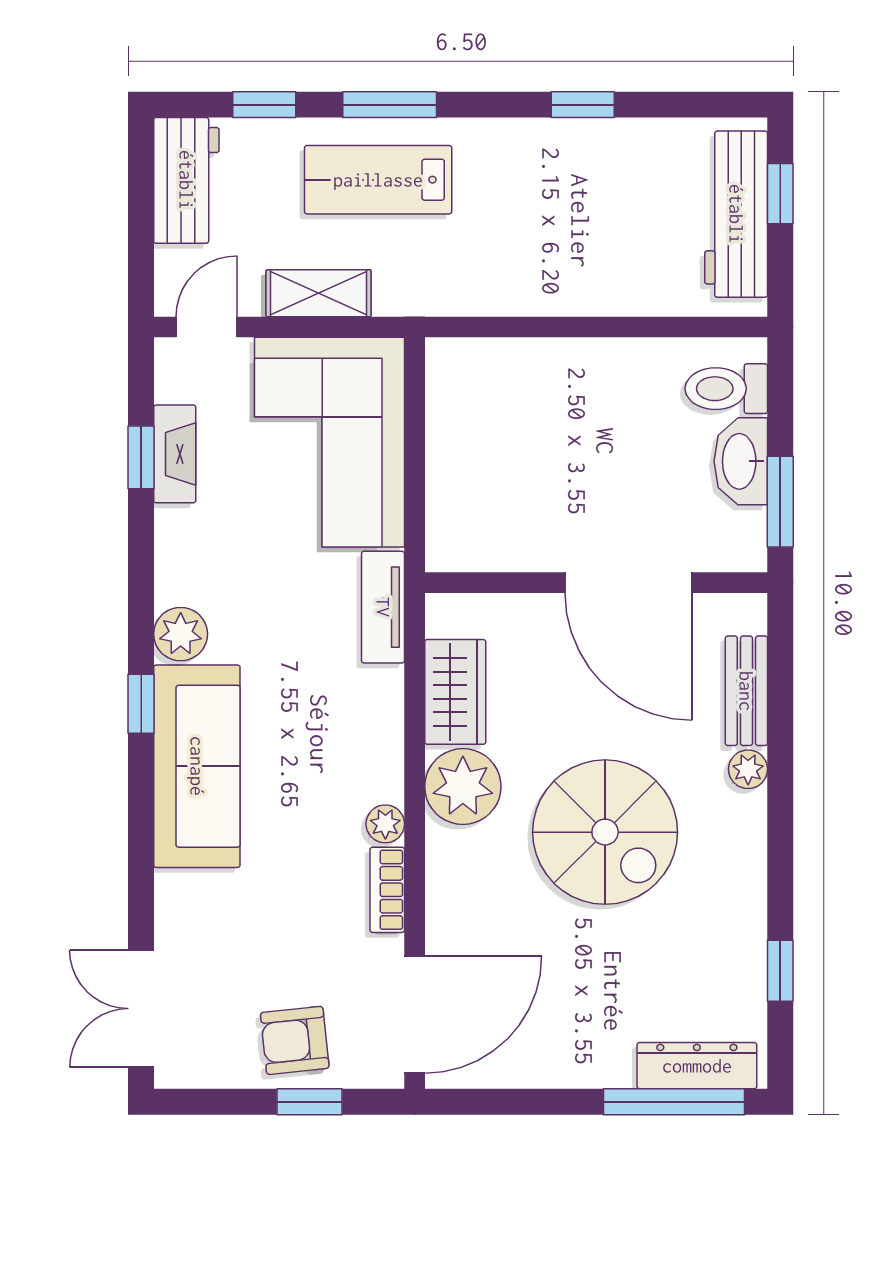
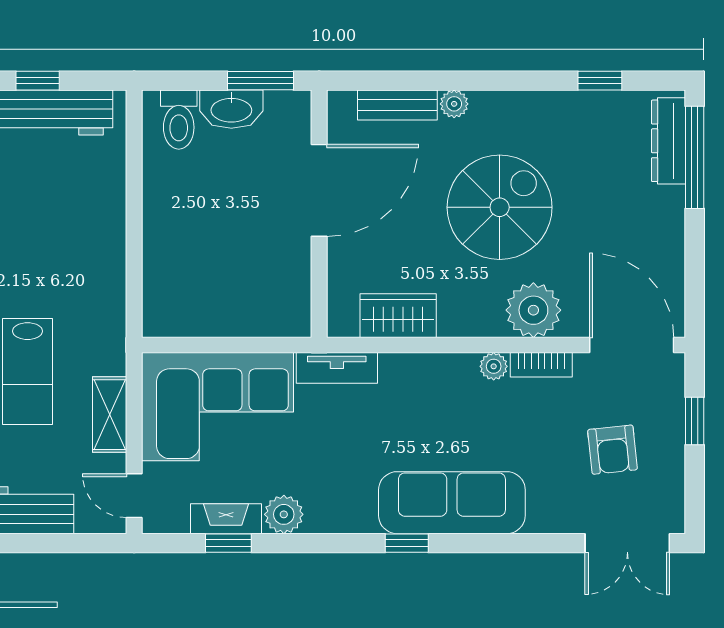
plant: (181, 634) -> (284, 514), moved
plant: (463, 787) -> (533, 310), moved
armchair: (295, 1040) -> (613, 450), moved

